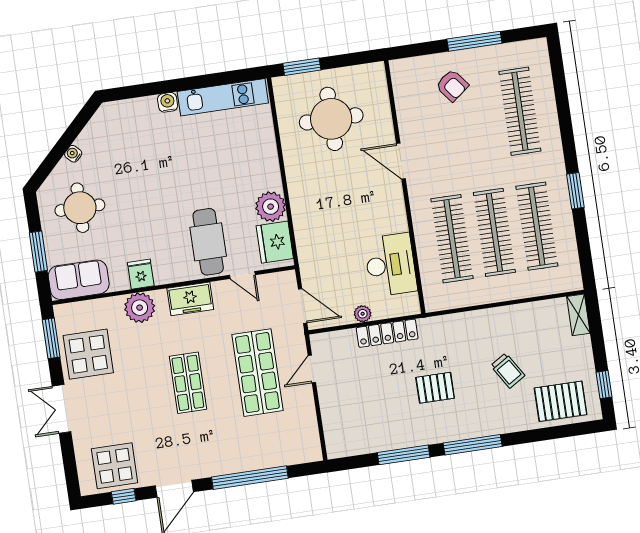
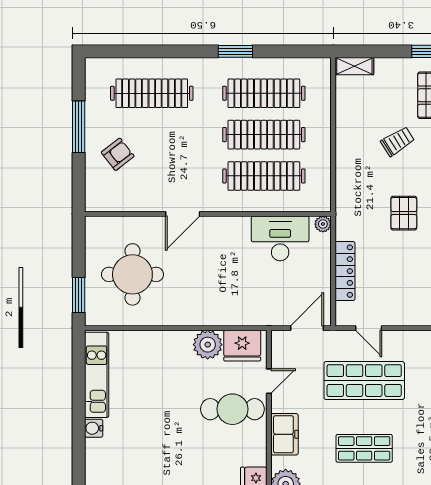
plant: (363, 314) -> (323, 224), moved
locker: (387, 333) -> (345, 271), moved

